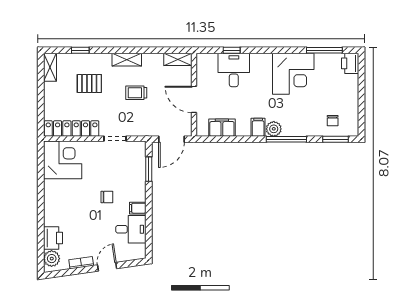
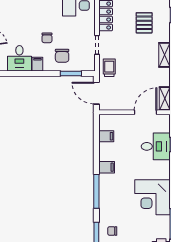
trolley: (136, 93) -> (109, 68), moved
door: (194, 99) -> (146, 112), moved
filing cabinet: (222, 128) -> (106, 136), width x0.50
plant: (274, 129) -> (105, 181), removed
chair: (128, 179) -> (62, 56), added

